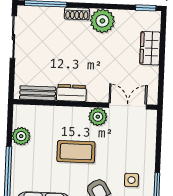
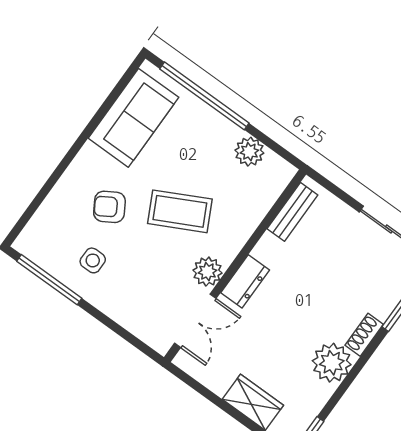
dresser: (71, 93) -> (245, 281), moved
coffee table: (76, 152) -> (180, 211), turned 63

